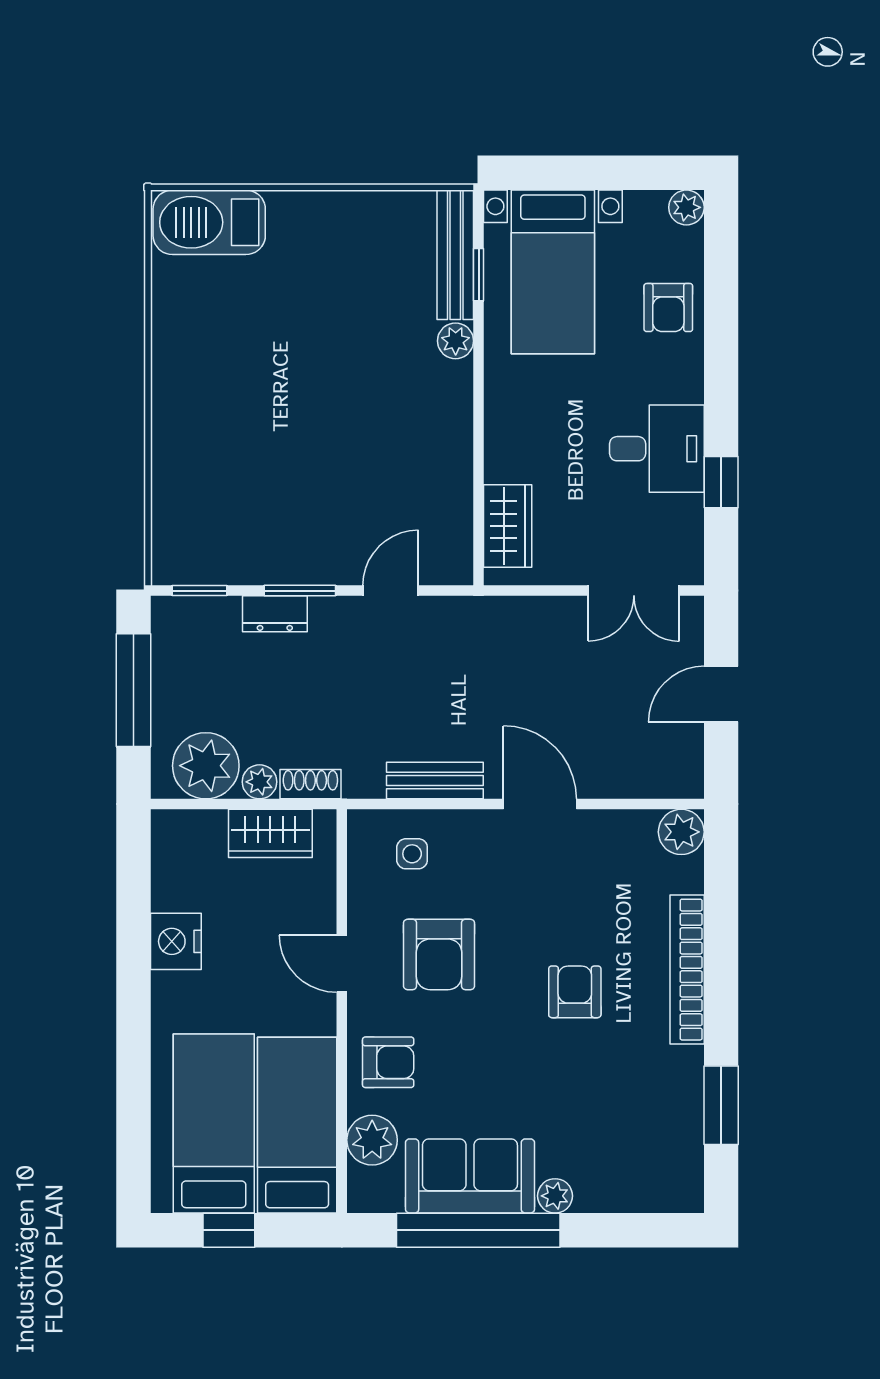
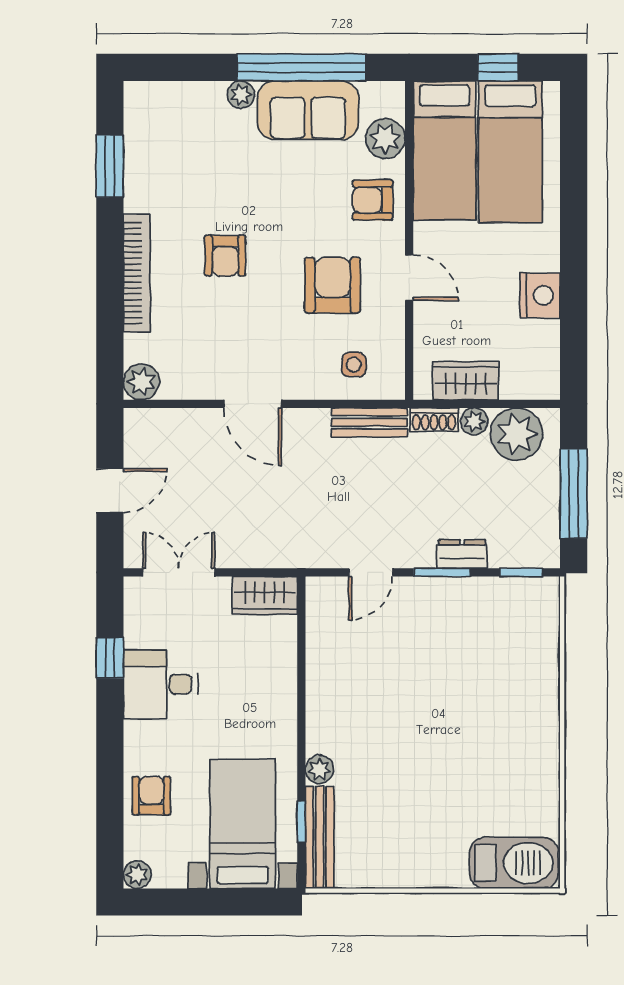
wardrobe: (508, 526) -> (265, 595), moved, turned -90
bench: (435, 781) -> (369, 422), moved

